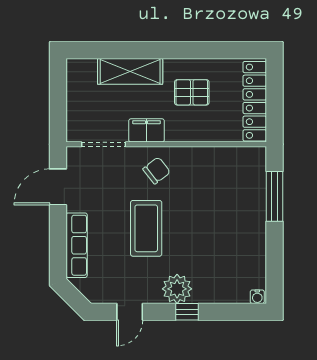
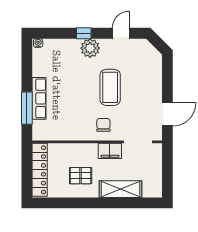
chair: (157, 171) -> (103, 125), turned 128
row of seats: (77, 245) -> (39, 98), moved, turned 180

